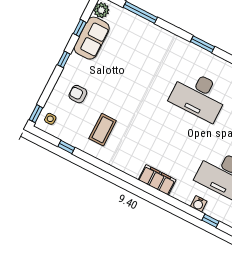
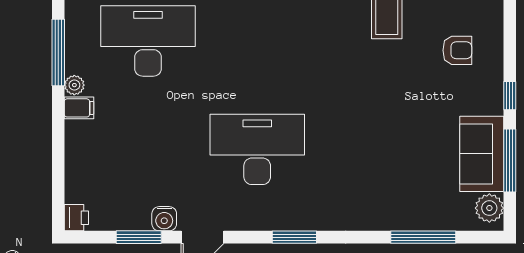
window: (80, 28) -> (510, 161), width x2.17

